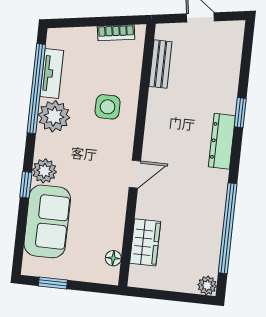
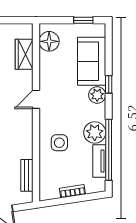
bookcase: (116, 33) -> (72, 191), moved
floor lamp: (113, 258) -> (49, 41), width x1.89, depth x1.89

